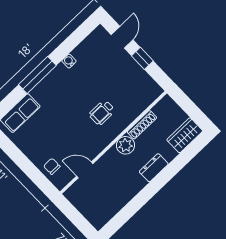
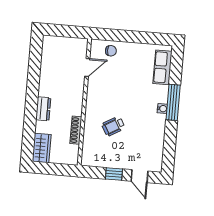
water cooler: (69, 61) -> (162, 109), moved
wheelchair: (102, 113) -> (113, 126), moved, turned -120
plant: (125, 145) -> (75, 107), removed

